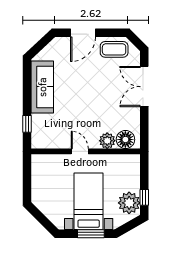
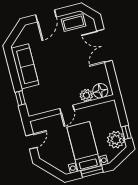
door: (80, 151) -> (67, 109), swing flipped
door: (27, 179) -> (31, 142), added

